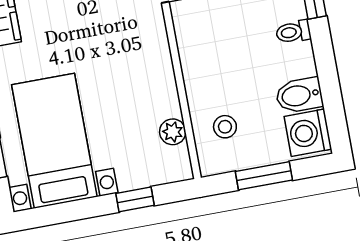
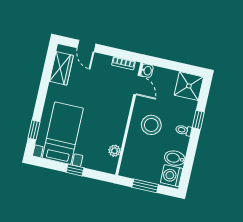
stool: (225, 127) -> (151, 125), moved, width x1.89, depth x1.89
window: (135, 199) -> (75, 170), moved

